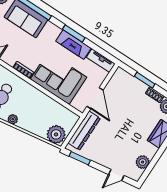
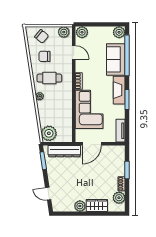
fireplace: (73, 45) -> (119, 90), moved
plant: (143, 162) -> (80, 206), moved

